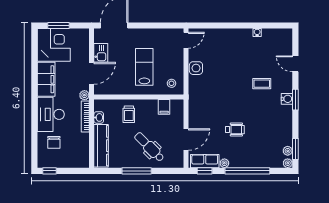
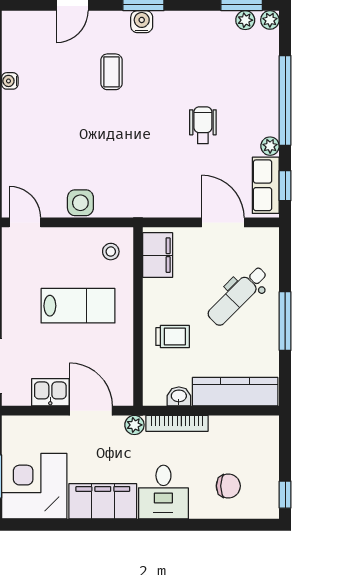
lab bench: (144, 67) -> (78, 306), turned 180
filing cabinet: (164, 107) -> (158, 255), width x2.00
desk: (51, 114) -> (163, 492), width x0.73

